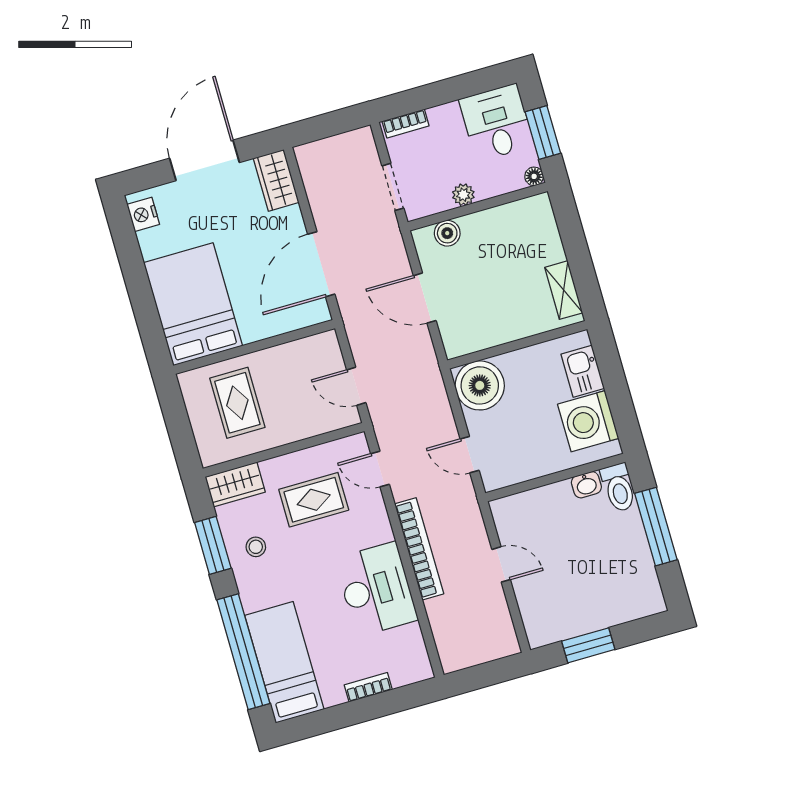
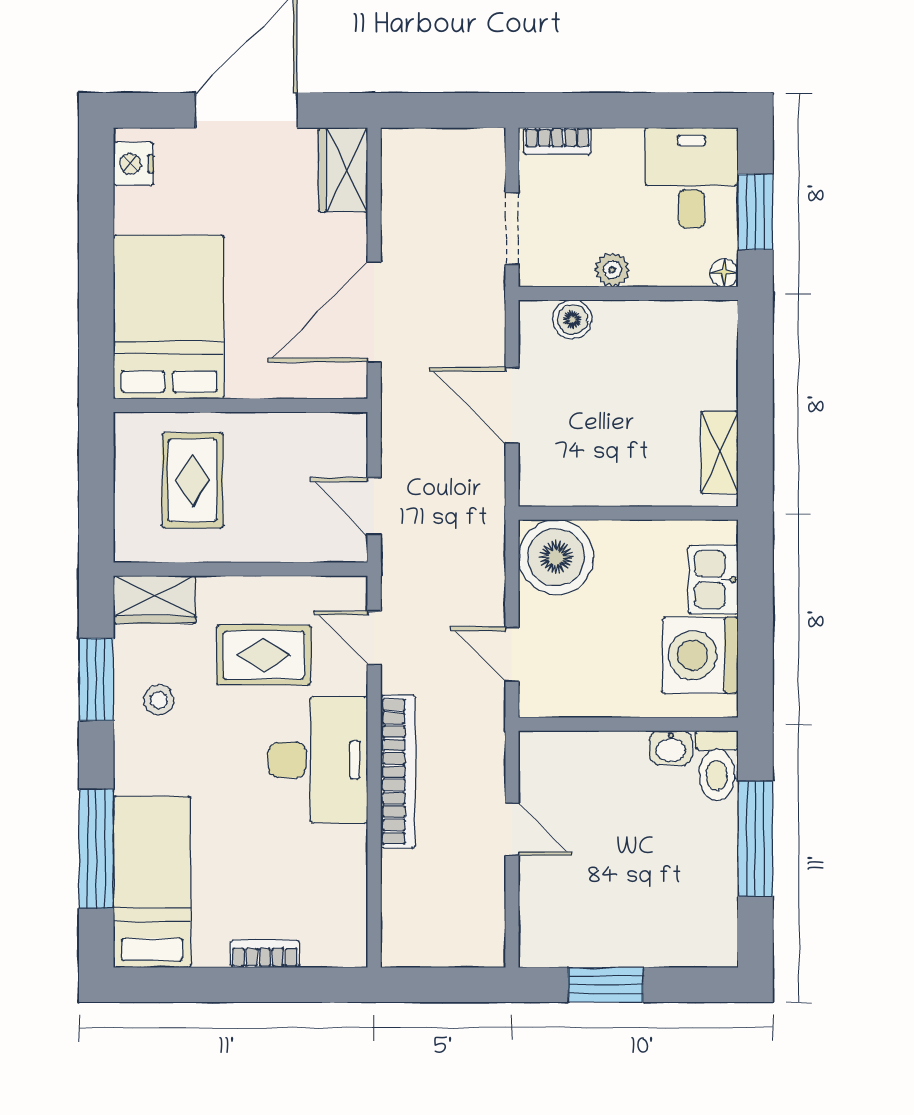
desk: (376, 589) -> (318, 760), moved
window: (243, 652) -> (96, 849), width x0.68

